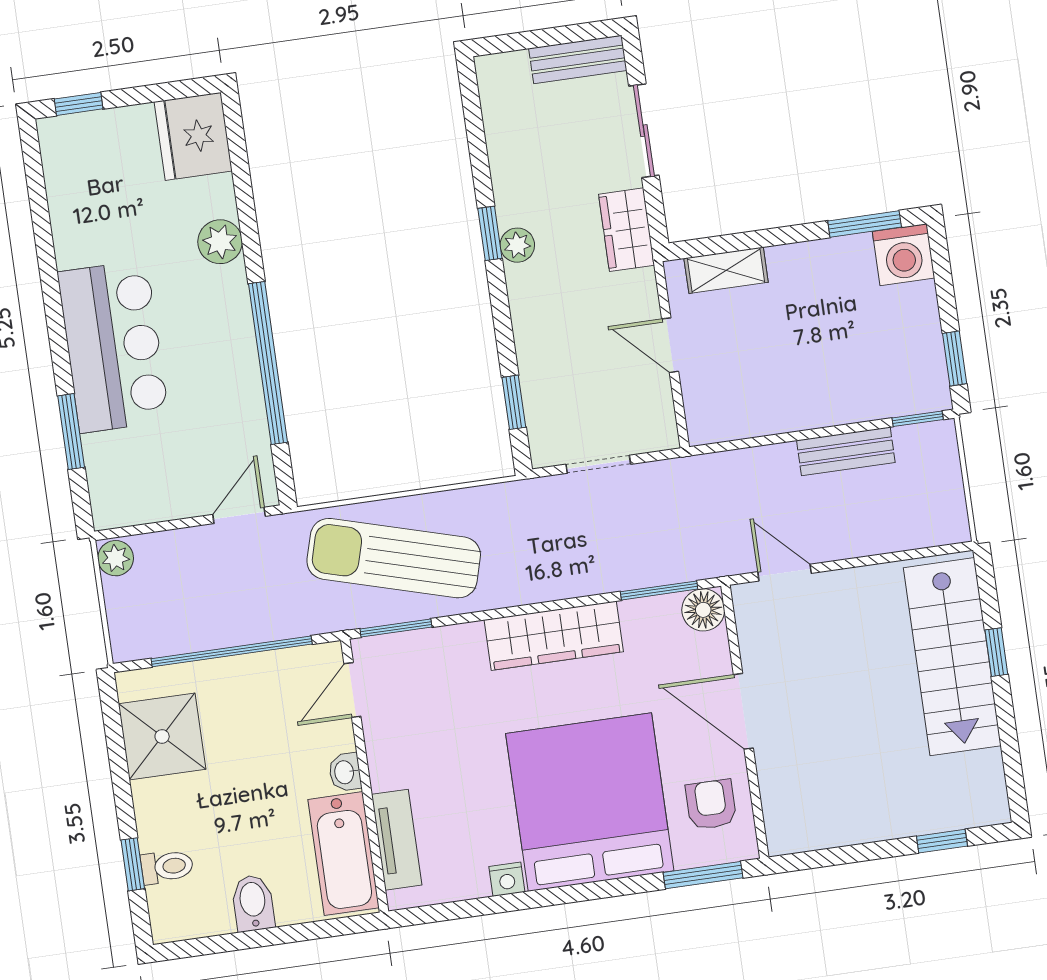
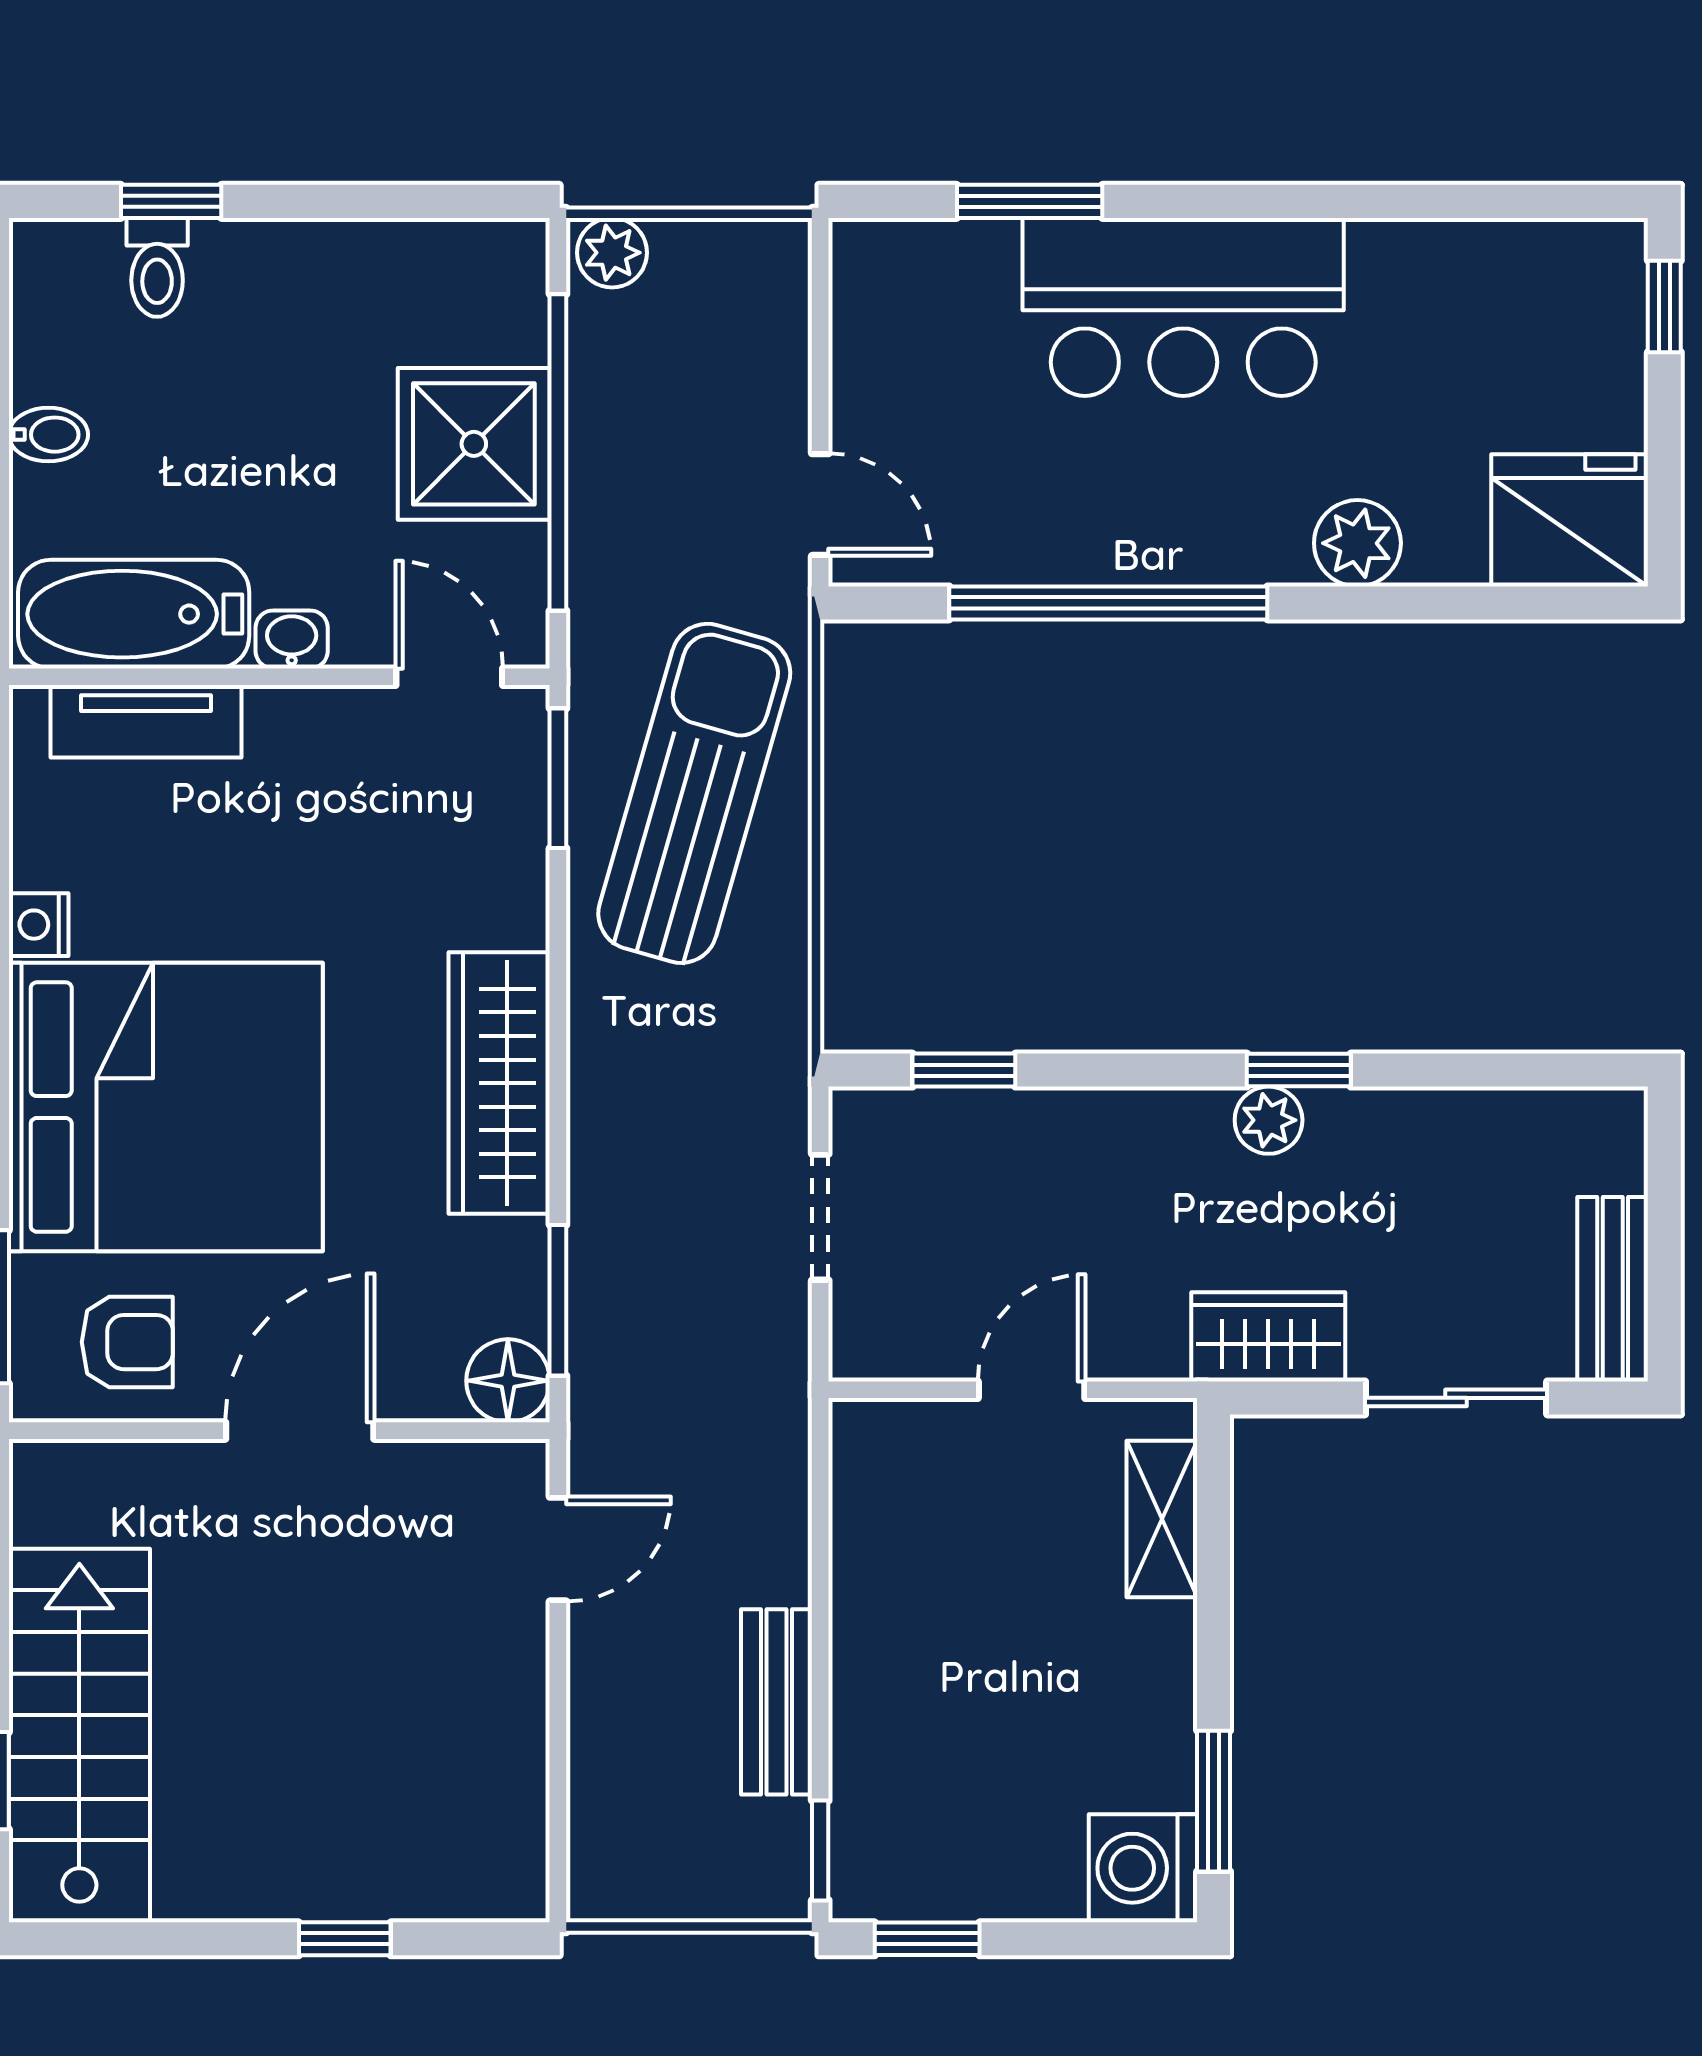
plant: (116, 558) -> (612, 253), moved
stairs: (952, 657) -> (79, 1736), moved, turned 90
shower: (162, 736) -> (474, 444), moved
bidet: (253, 903) -> (48, 435), width x0.72, depth x0.74

